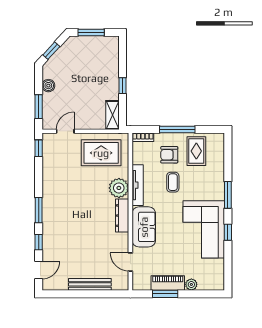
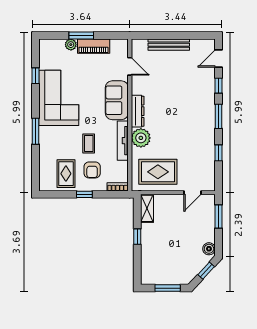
boiler: (48, 86) -> (209, 249), moved
window: (177, 130) -> (84, 194), width x0.46
window: (39, 148) -> (218, 153), moved
armchair: (169, 155) -> (92, 170), turned 90
window: (228, 232) -> (36, 76), moved
window: (165, 294) -> (81, 36), moved

